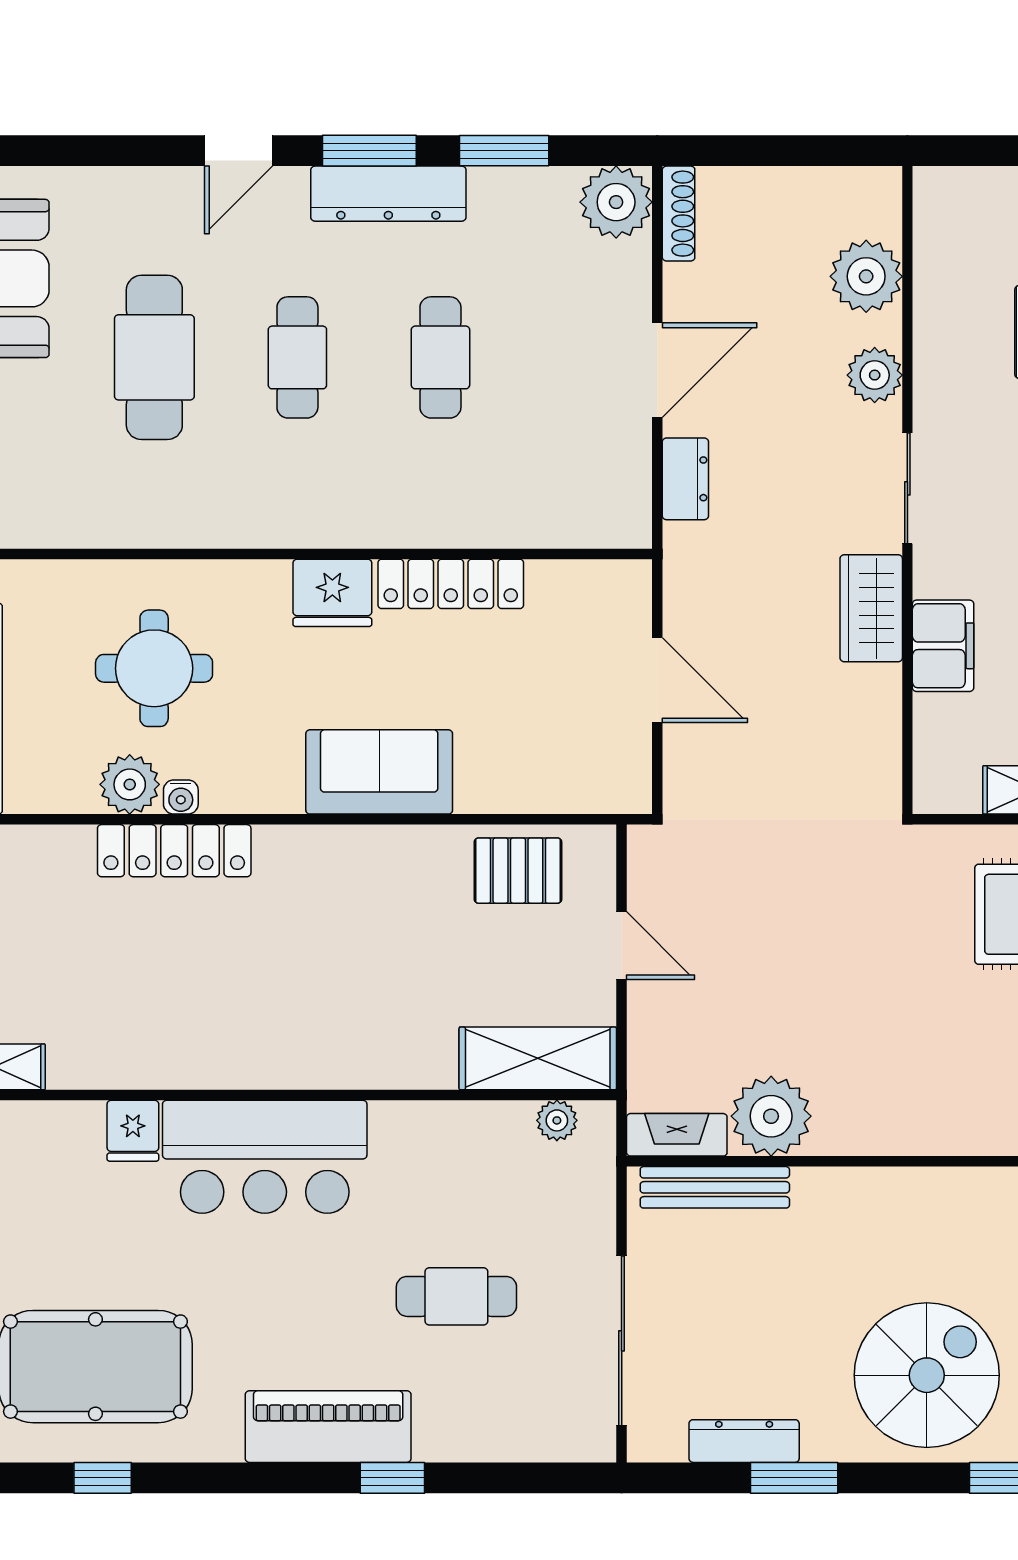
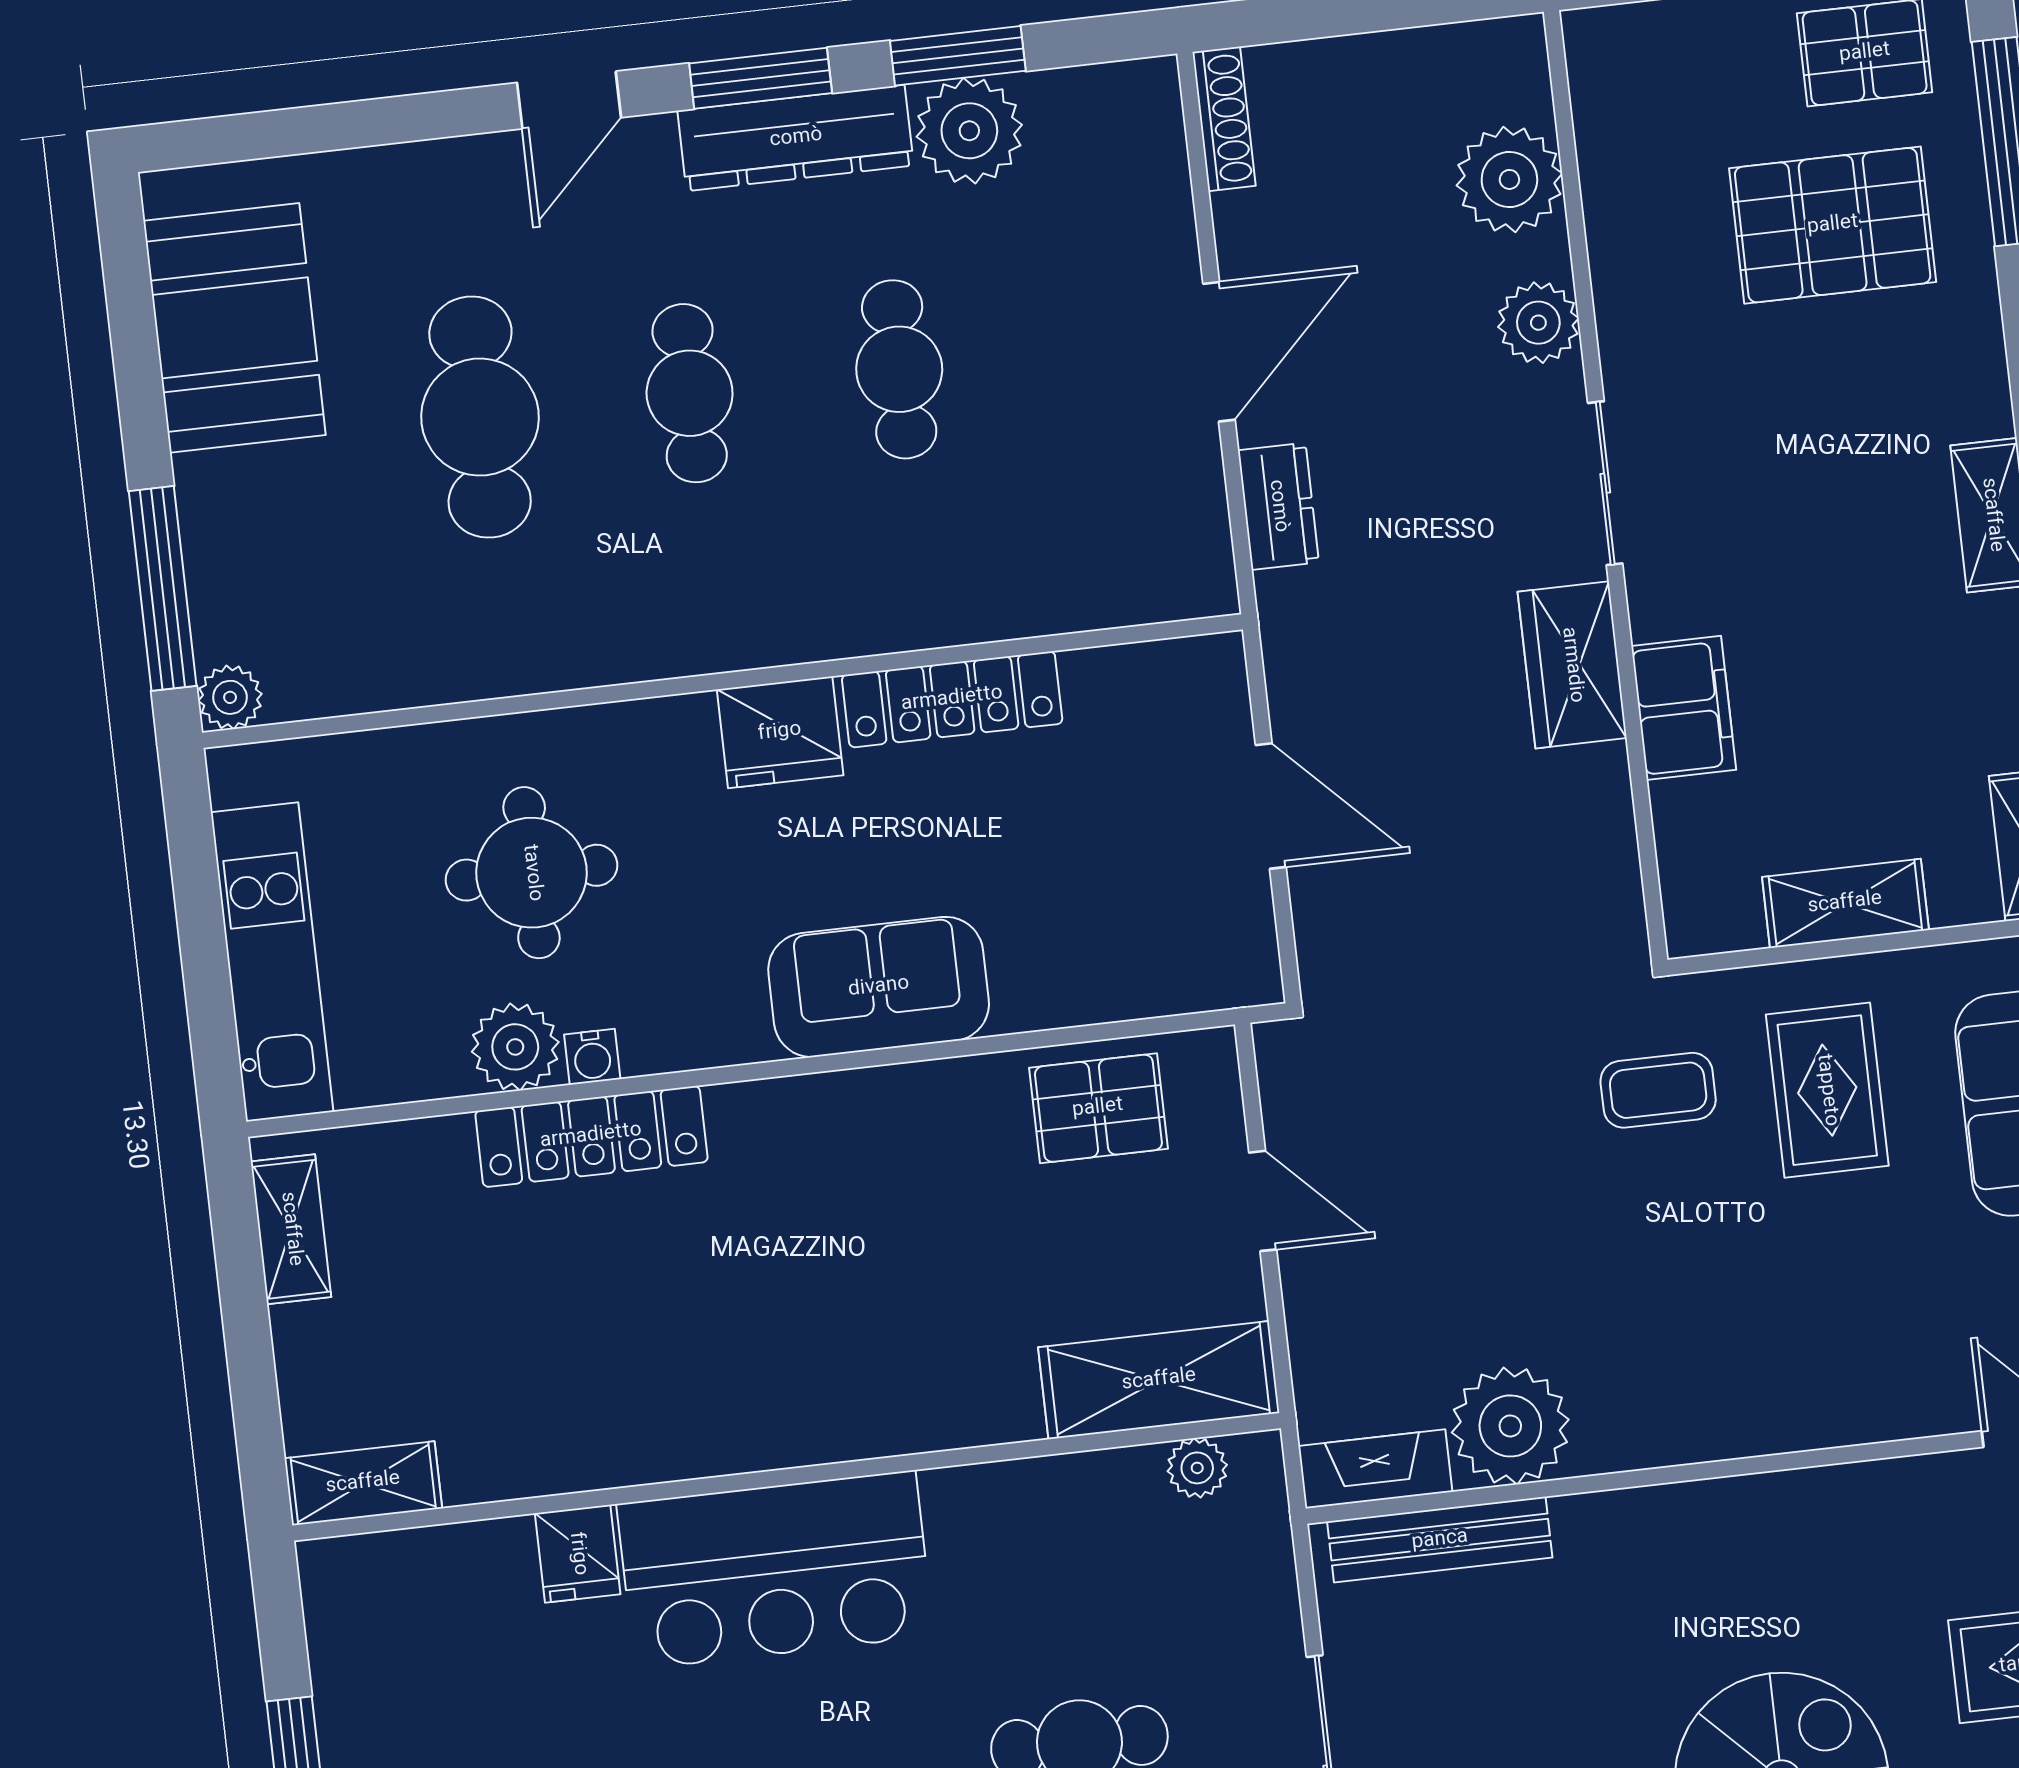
plant: (616, 202) -> (969, 131), moved
coffee table: (896, 901) -> (1658, 1090), added

